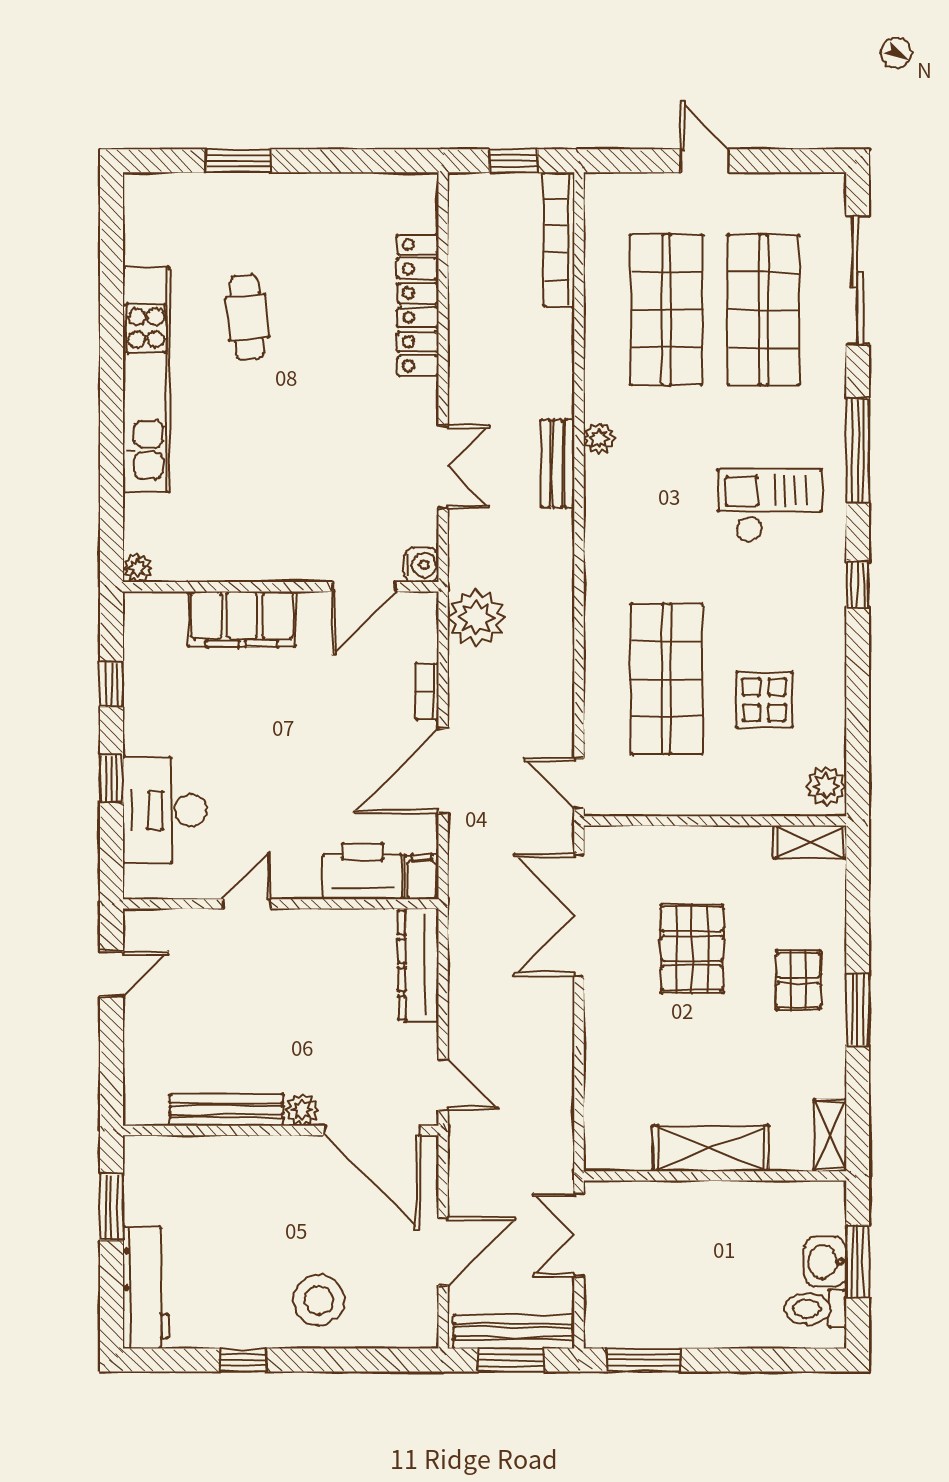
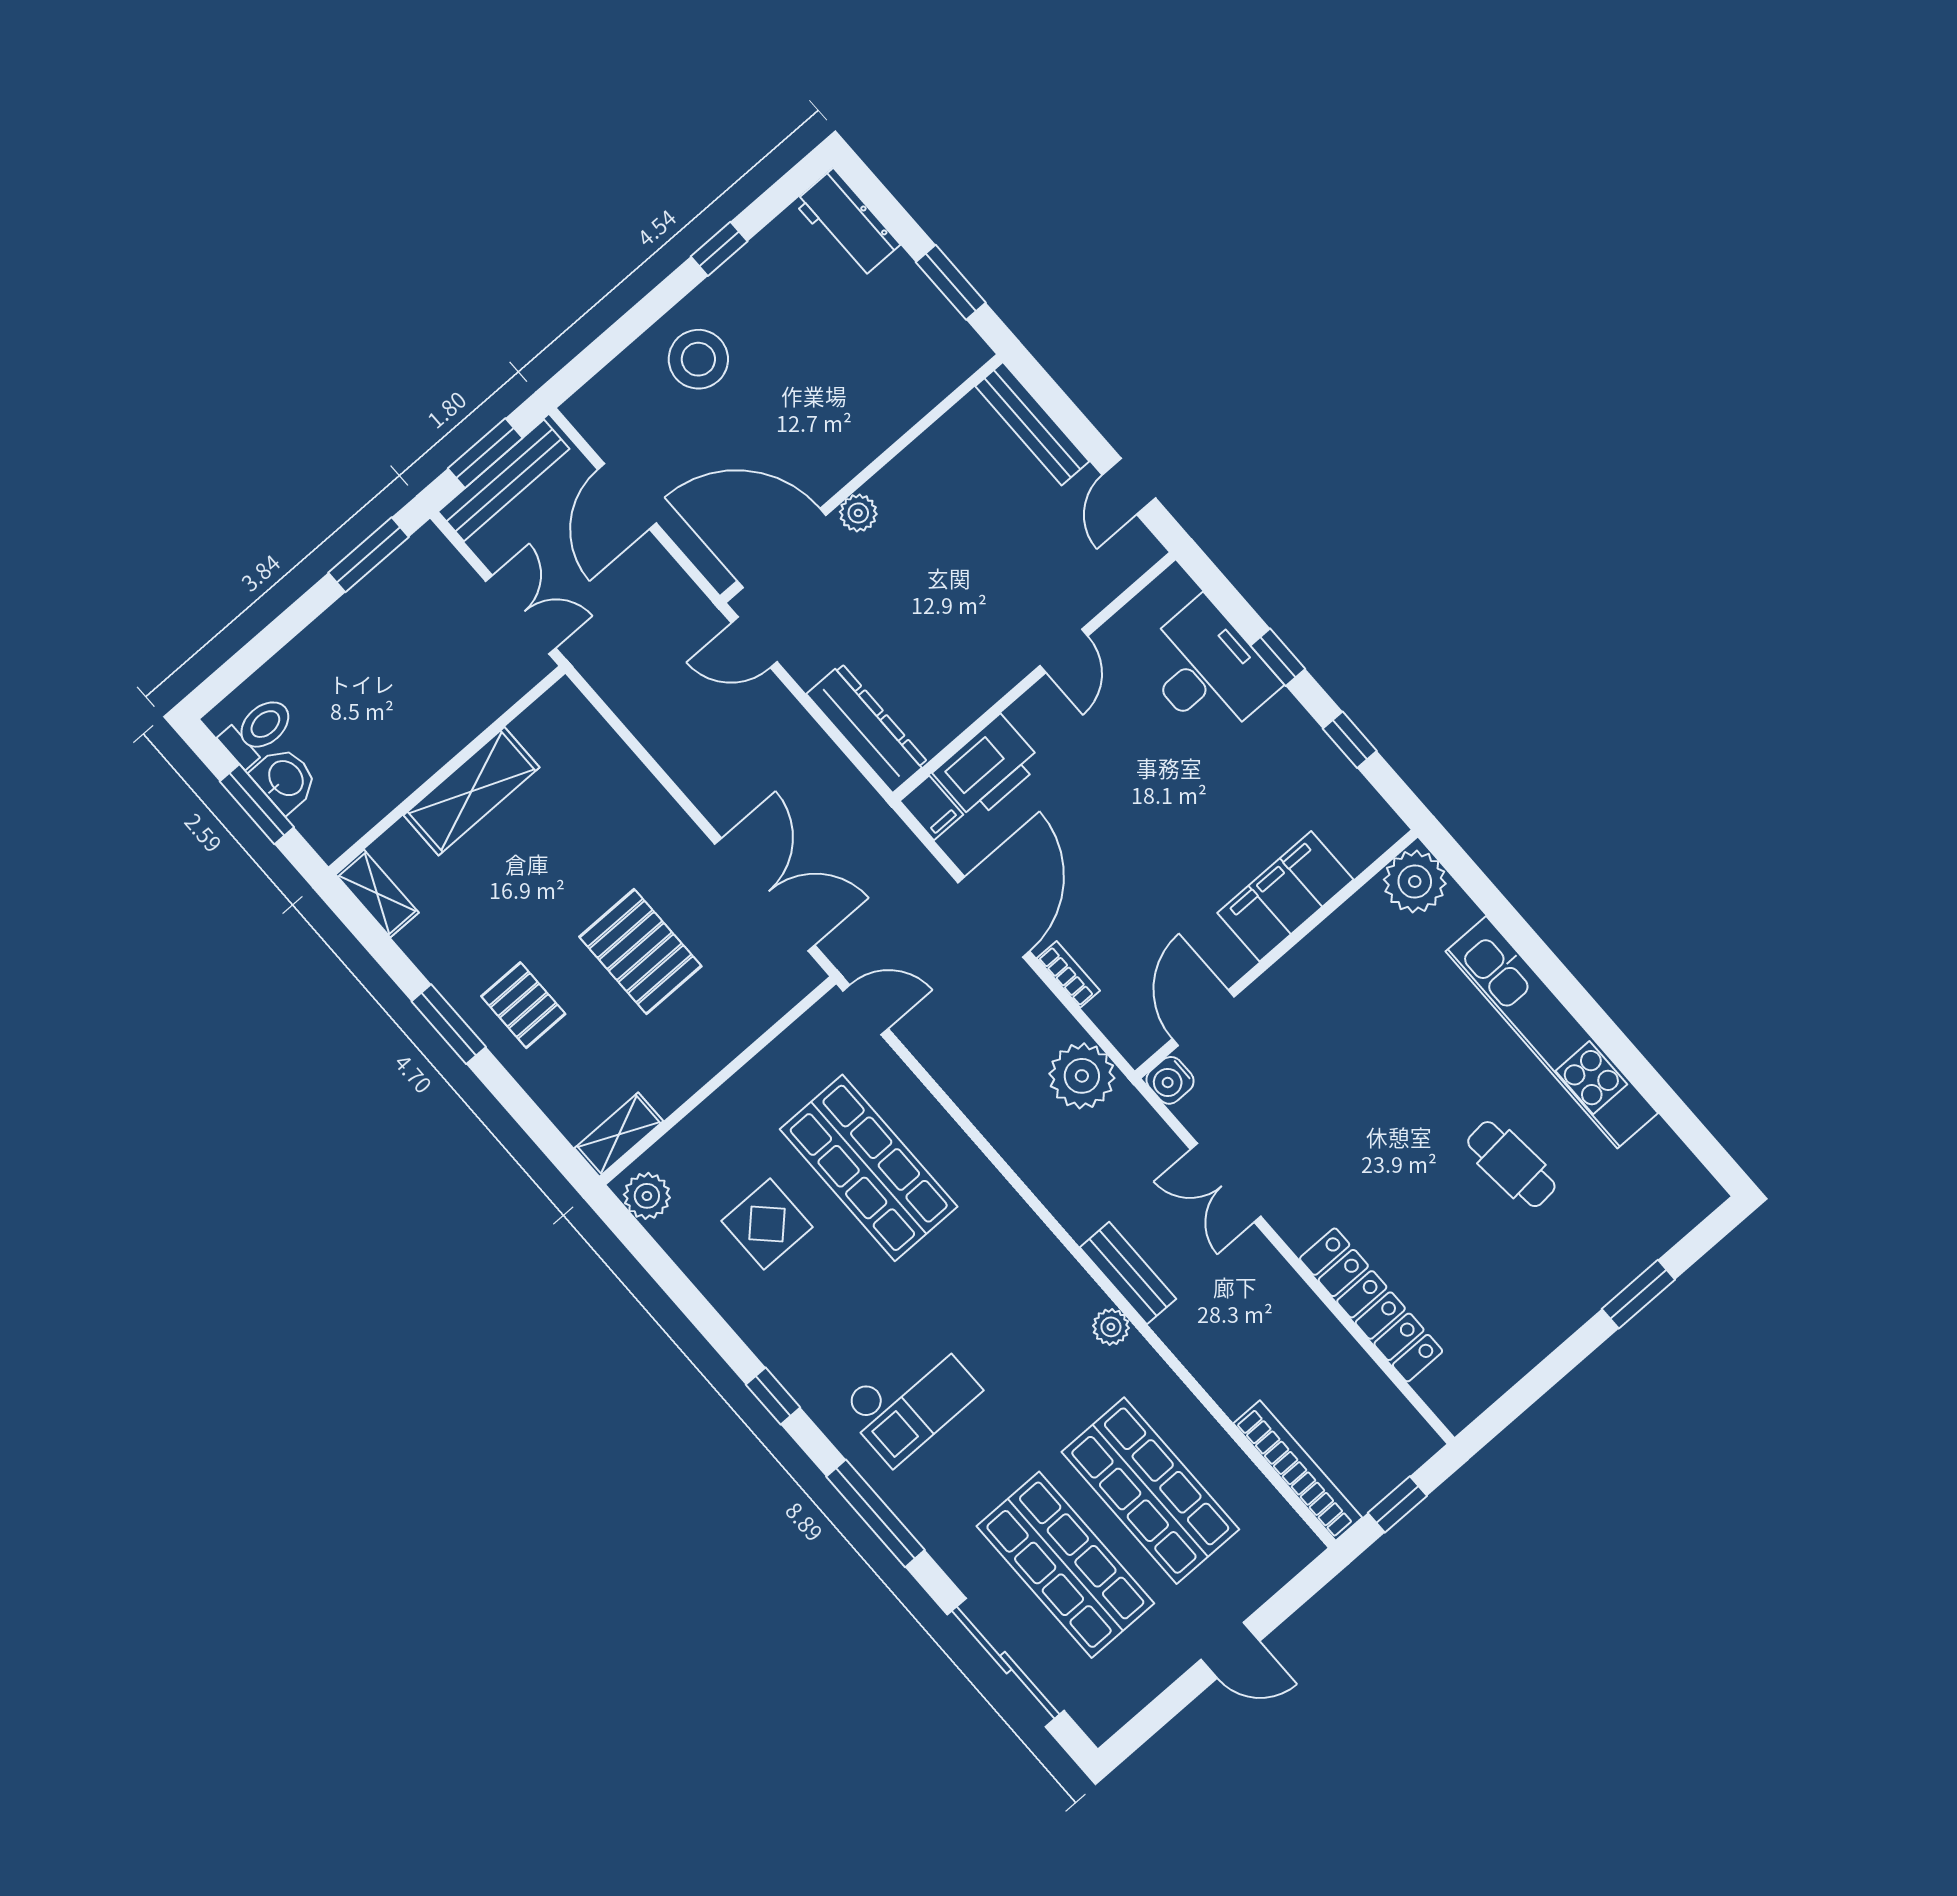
plant: (137, 568) -> (1415, 882), width x1.88, depth x1.88
bench: (226, 1110) -> (1032, 424), moved, turned 90
workbench: (146, 1288) -> (847, 223), width x0.73

